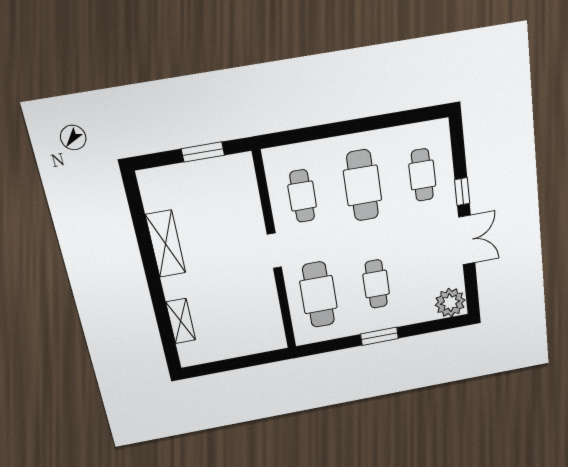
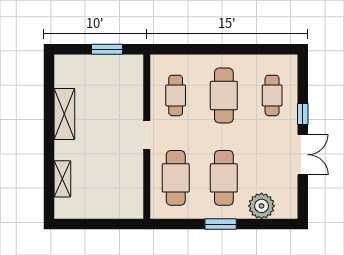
cafe table: (376, 284) -> (224, 178), width x1.37, depth x1.35
plant: (450, 303) -> (262, 206), moved

